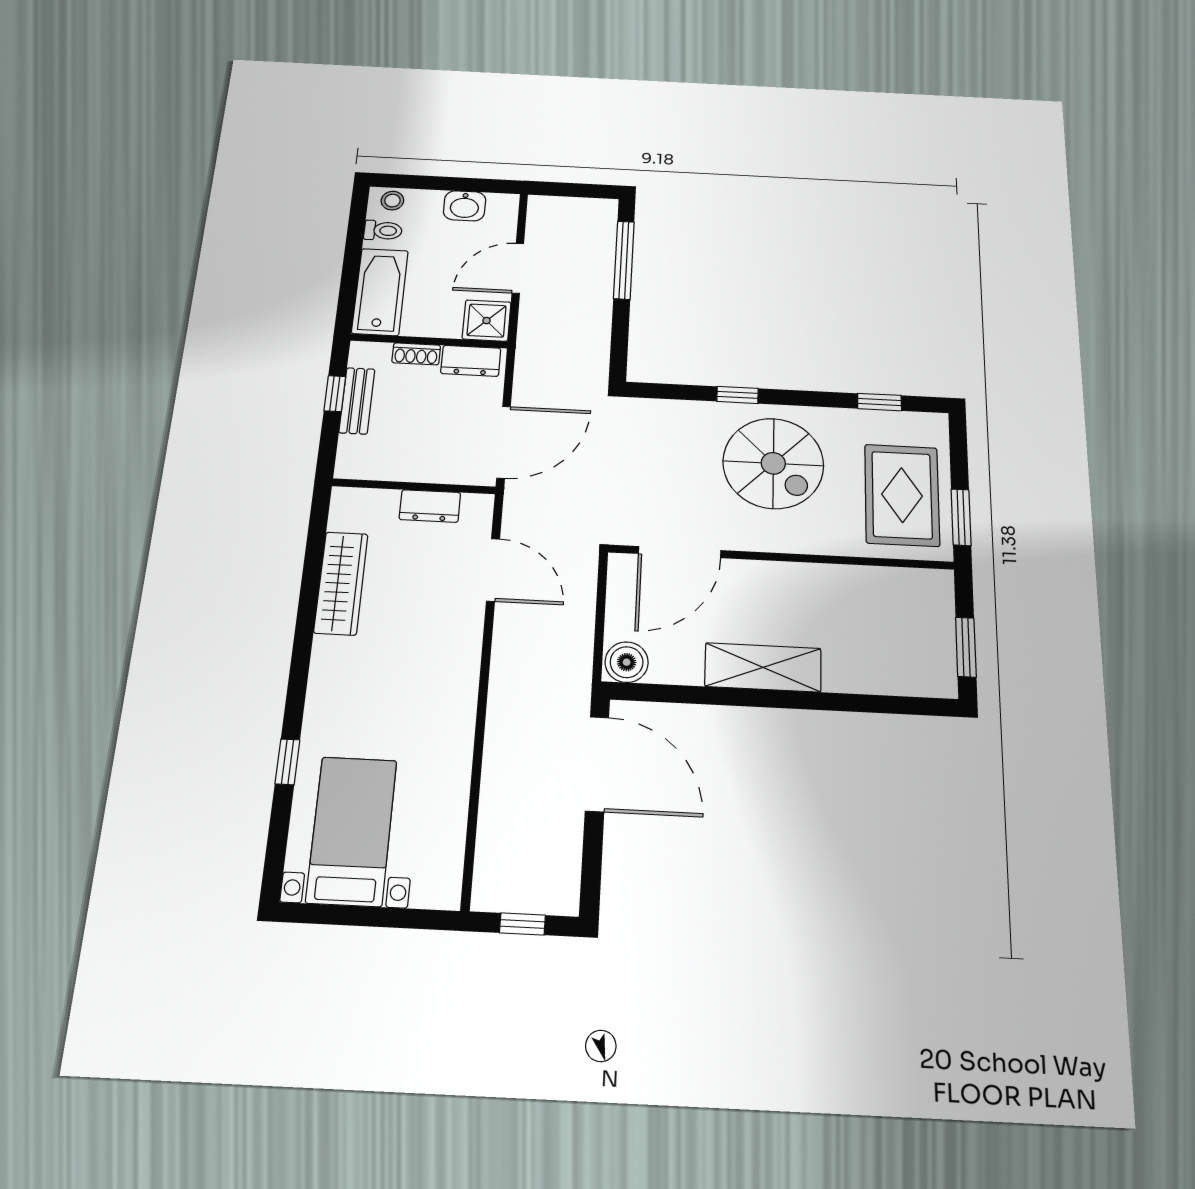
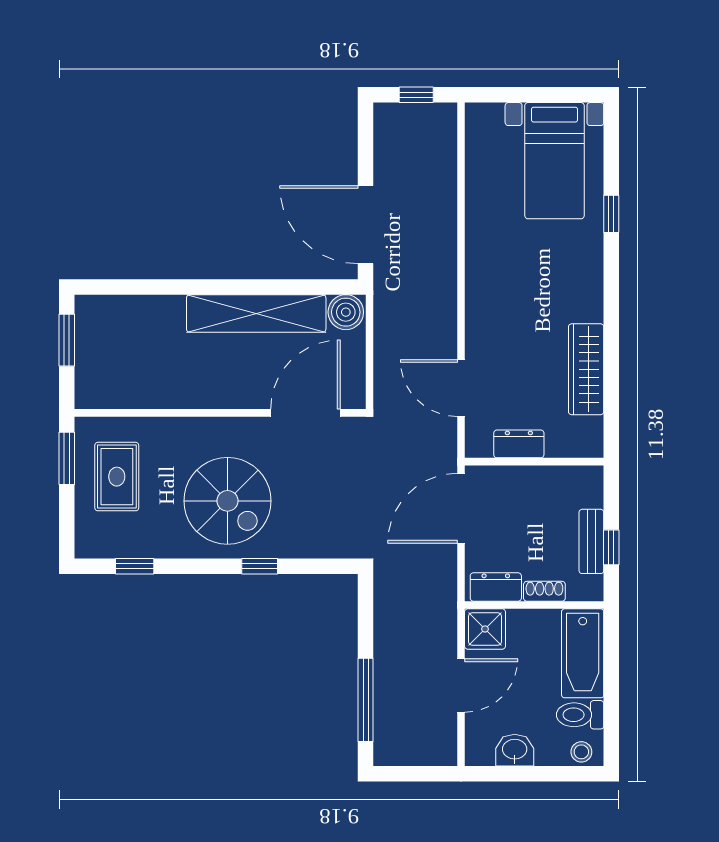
toilet: (383, 231) -> (580, 715), width x1.37, depth x1.39
spiral stairs: (773, 463) -> (227, 501), turned 180
rug: (902, 495) -> (117, 477), width x0.73, depth x0.70
shelving: (763, 667) -> (256, 313), width x1.47

